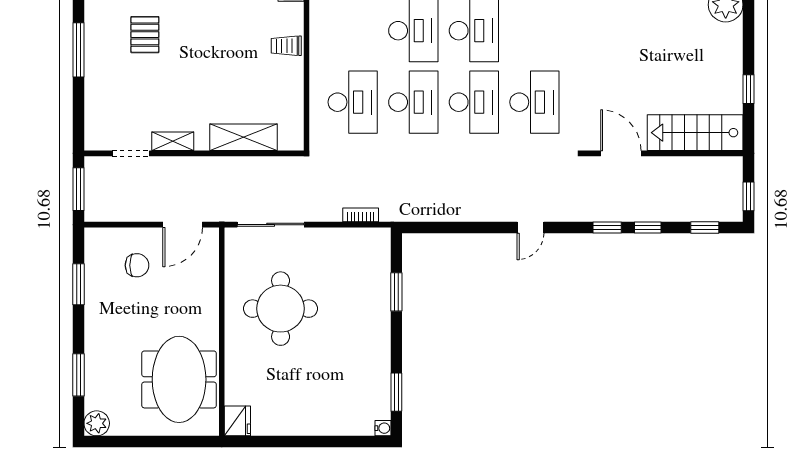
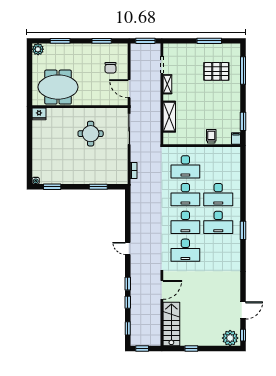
pallet: (145, 35) -> (216, 71), width x1.50, depth x1.42
round table: (281, 309) -> (91, 134), width x0.73, depth x0.73

